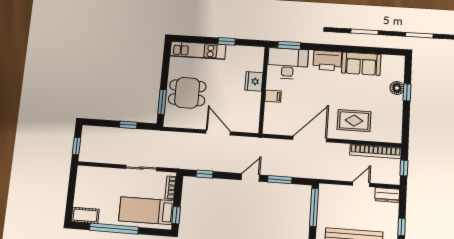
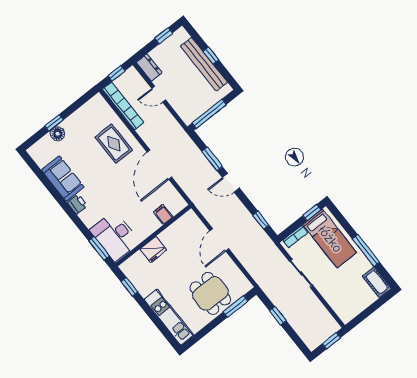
window: (227, 41) -> (129, 287), moved
printer: (327, 61) -> (77, 204), width x0.53, depth x0.68
filing cabinet: (273, 96) -> (163, 214), moved
door: (310, 139) -> (159, 165), hinge flipped
window: (114, 229) -> (366, 251), width x0.68

